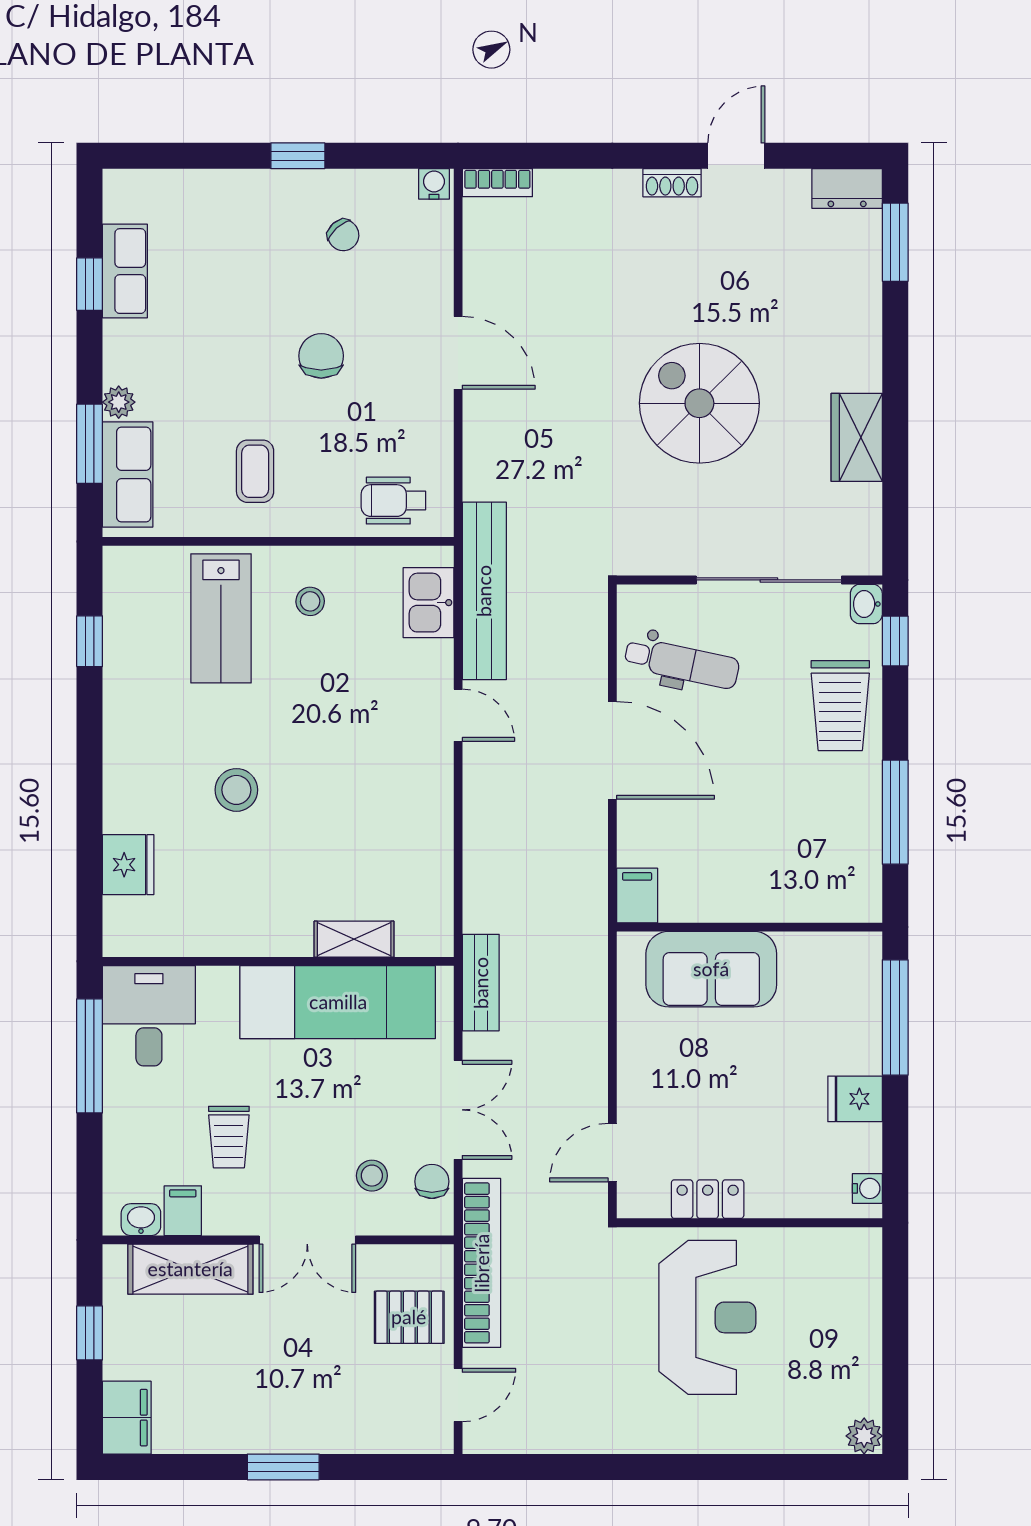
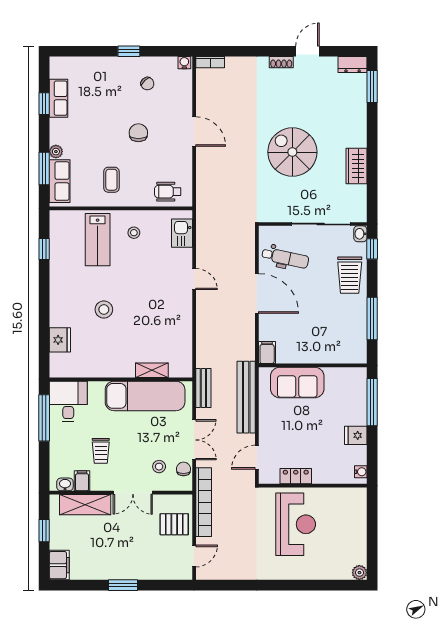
bench: (484, 591) -> (246, 397), moved

